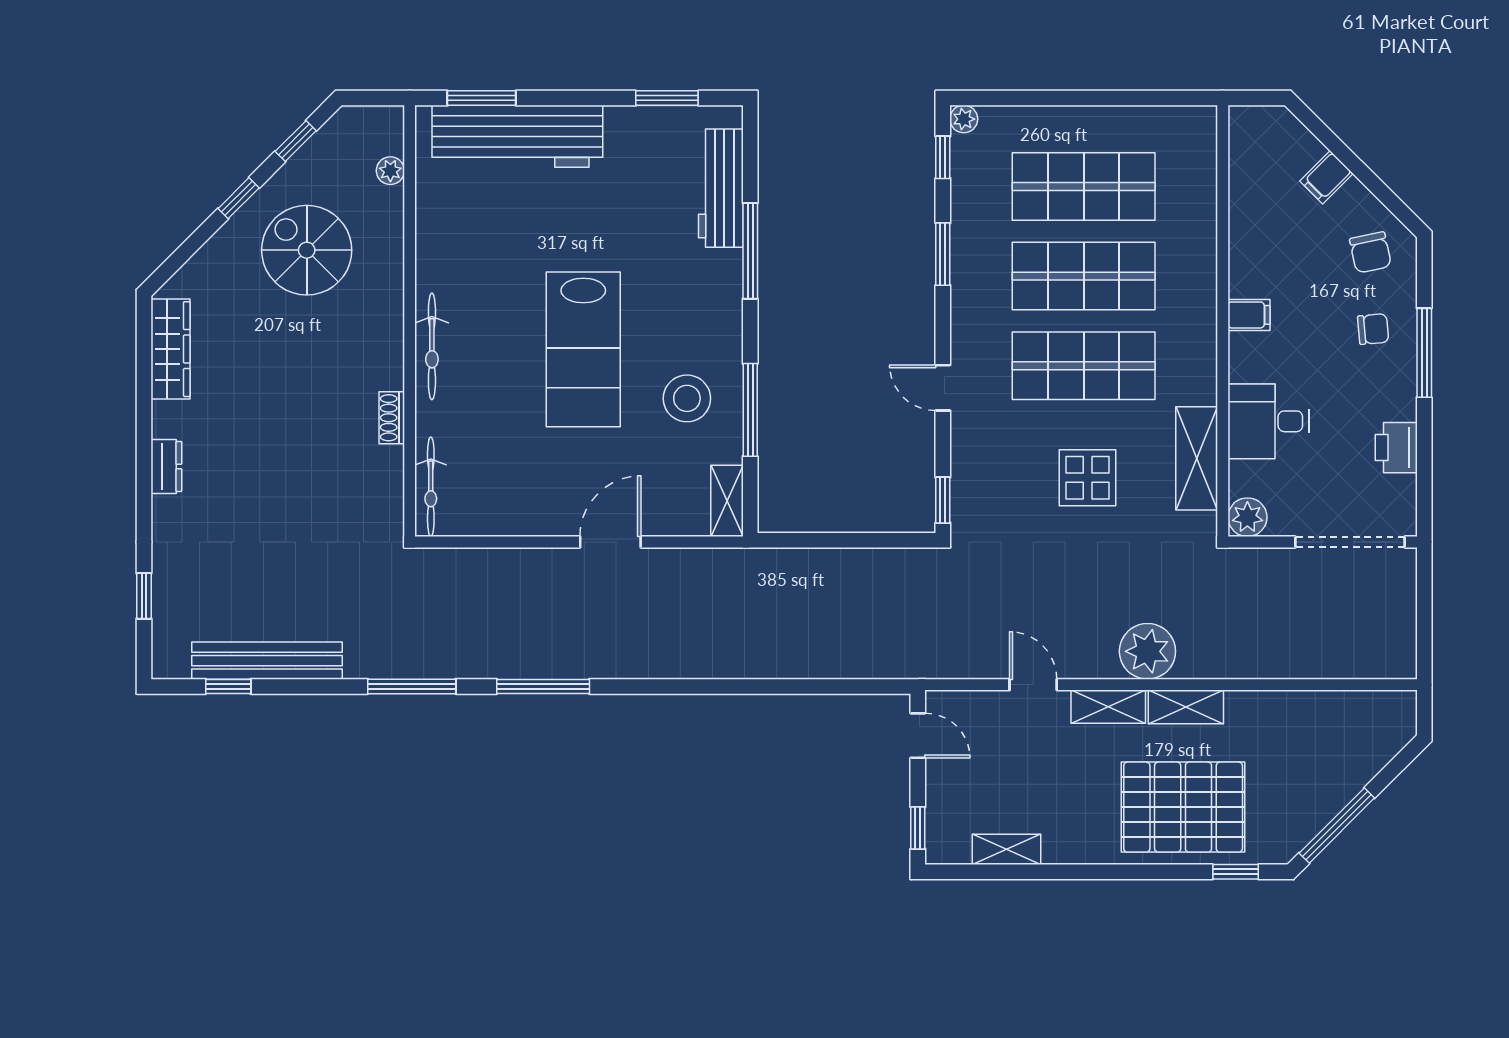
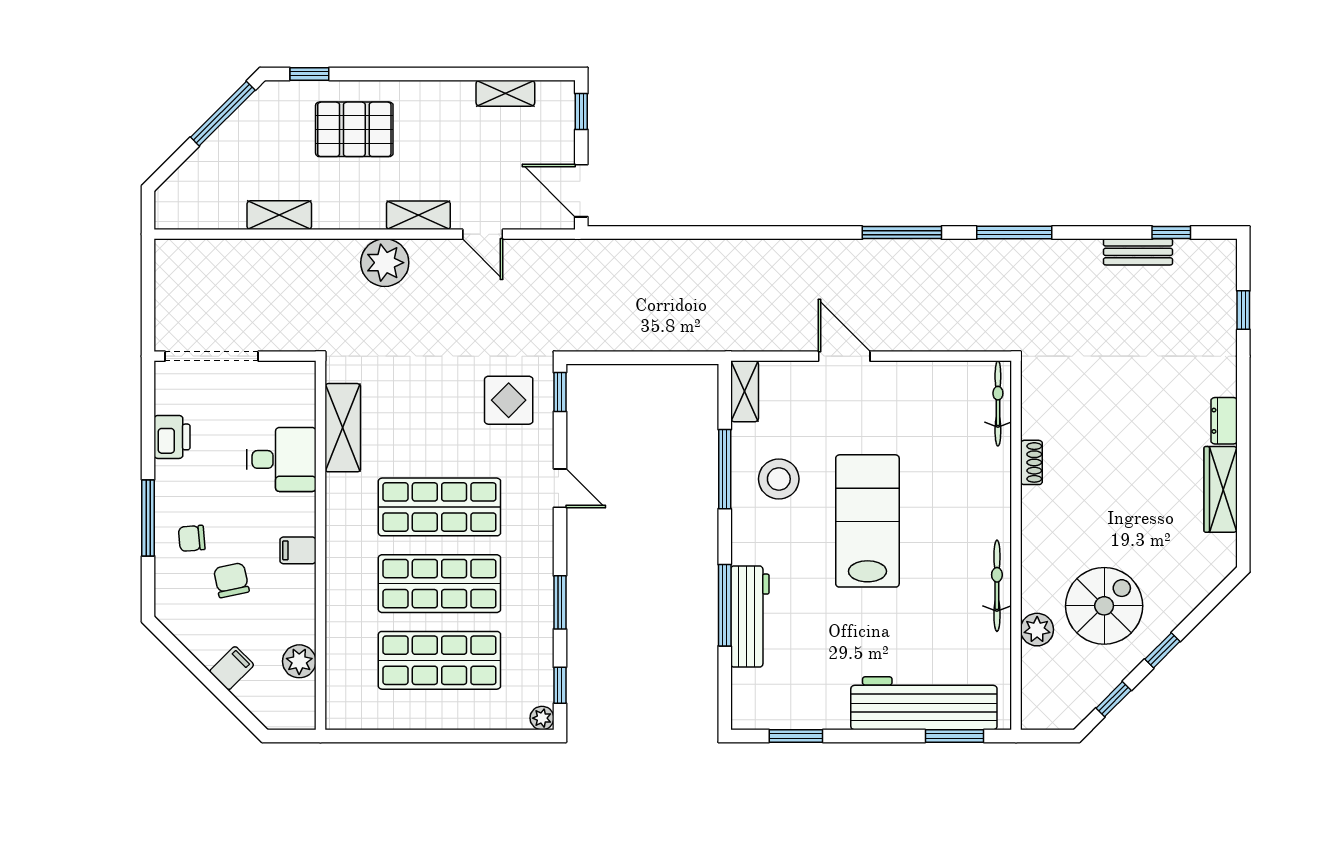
plant: (390, 171) -> (1037, 630), moved, width x1.38, depth x1.38
workbench: (721, 188) -> (750, 617), moved
spiral stairs: (307, 250) -> (1104, 606), turned -90
chair: (1370, 252) -> (231, 580), moved
bicycle: (432, 346) -> (997, 586), moved
wardrobe: (171, 349) -> (1221, 489), moved
display table: (1088, 478) -> (509, 400), moved
plant: (1247, 517) -> (299, 661), moved
door: (610, 542) -> (844, 356), swing flipped
bench: (267, 661) -> (1138, 252), width x0.54, depth x0.82
shelving: (1186, 707) -> (279, 215), moved
door: (918, 736) -> (581, 191), width x1.38
pallet: (1183, 807) -> (354, 129), width x0.73, depth x0.71

